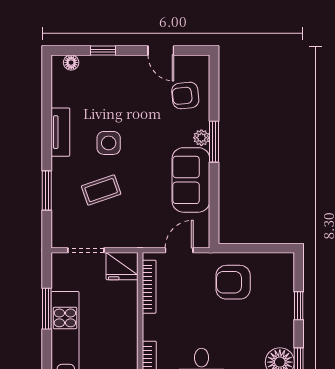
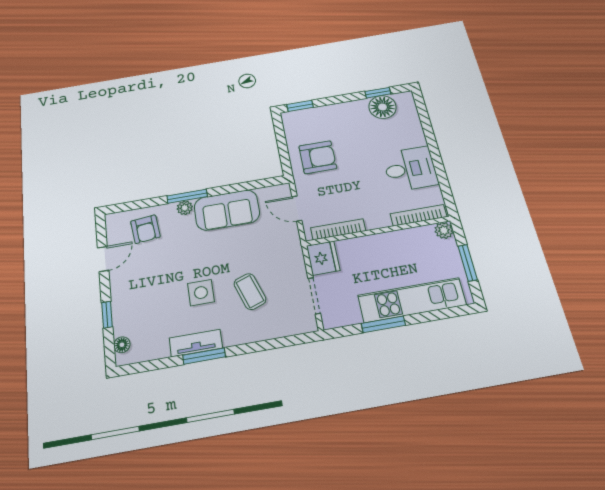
window: (47, 191) -> (204, 356), moved
armchair: (233, 282) -> (318, 157), turned -90
window: (299, 306) -> (300, 106), moved

